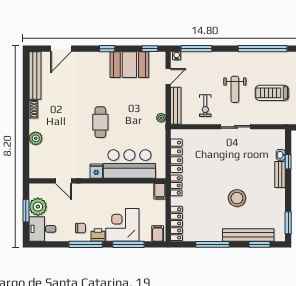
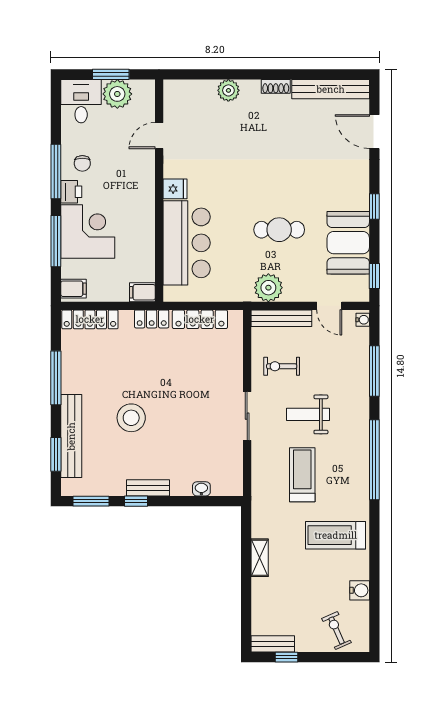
window: (196, 49) -> (374, 371), moved
plant: (161, 118) -> (268, 288), width x1.87, depth x1.87
cafe table: (100, 122) -> (279, 230), moved
window: (288, 162) -> (136, 501), moved
bench: (280, 174) -> (148, 488), moved

